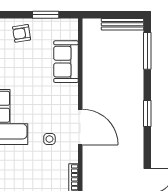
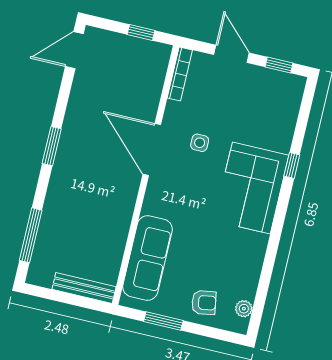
bench: (123, 24) -> (84, 288), moved
sofa: (66, 62) -> (147, 258), width x1.36

